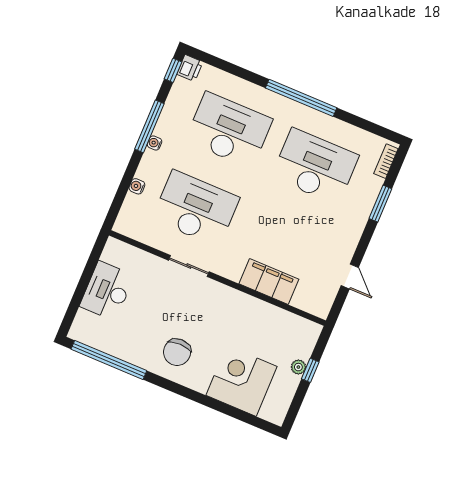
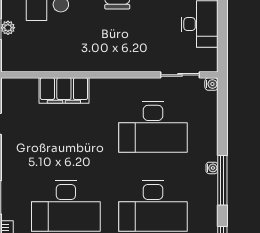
water cooler: (137, 186) -> (211, 84), moved
sliding door: (189, 266) -> (180, 75), moved

